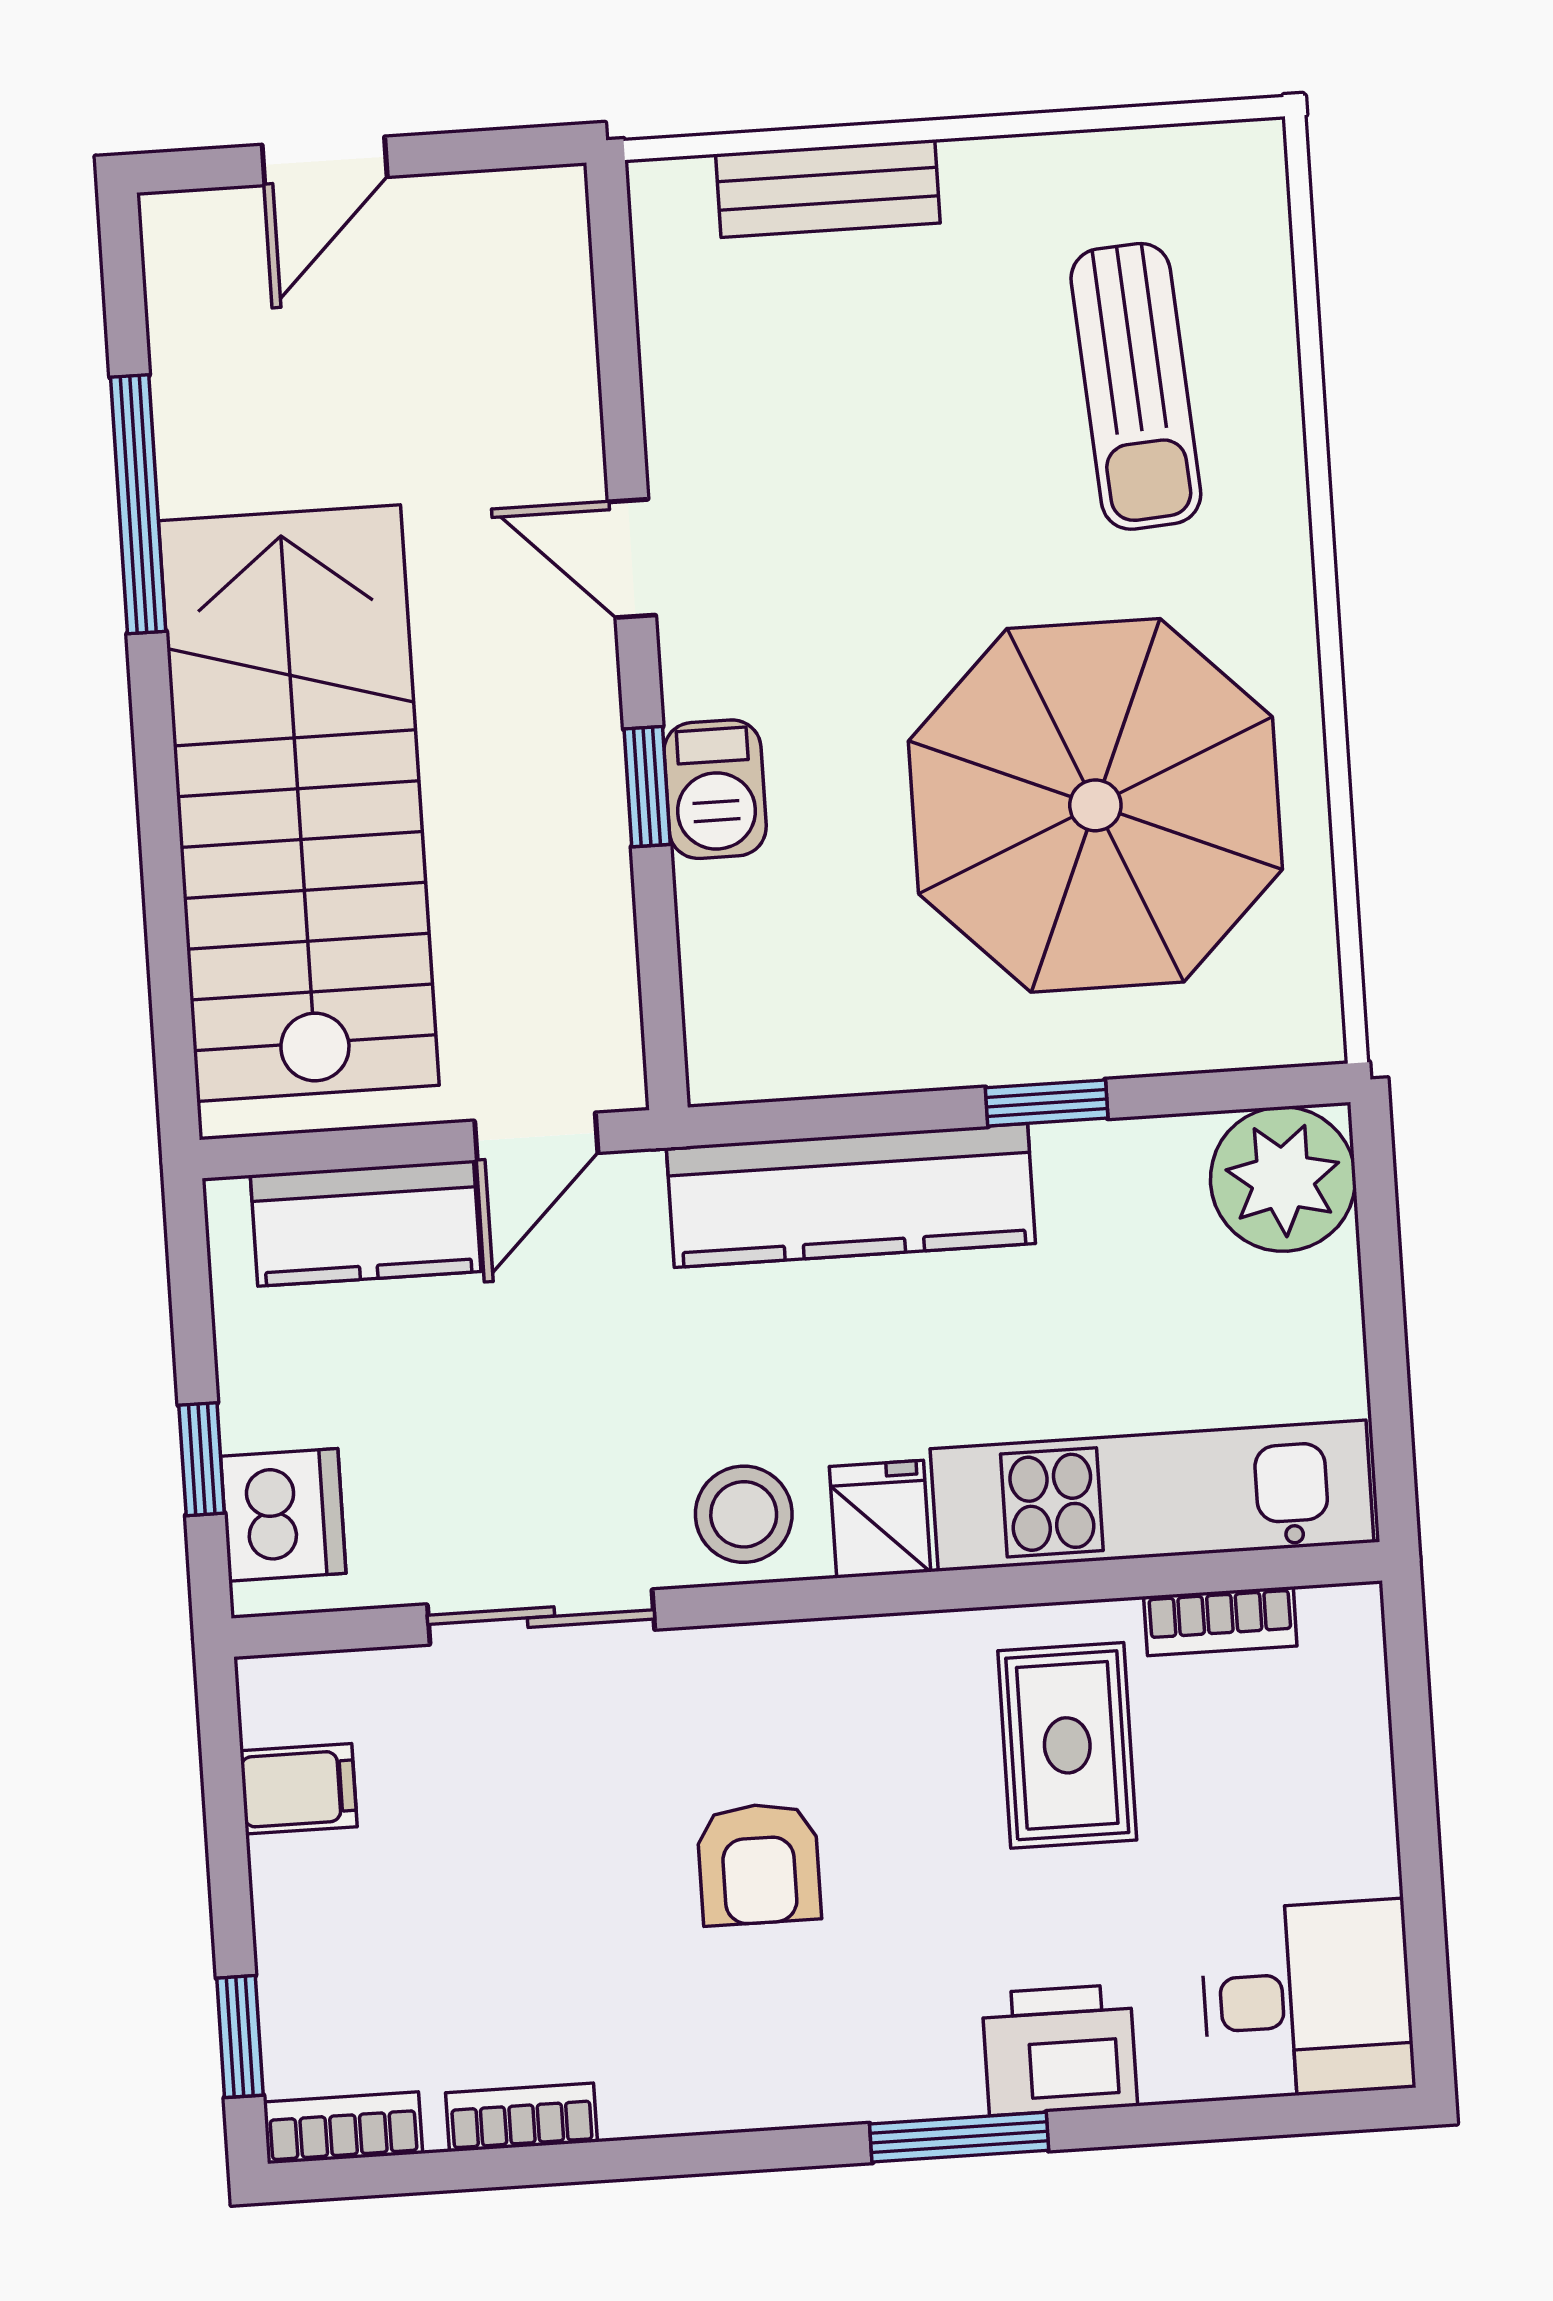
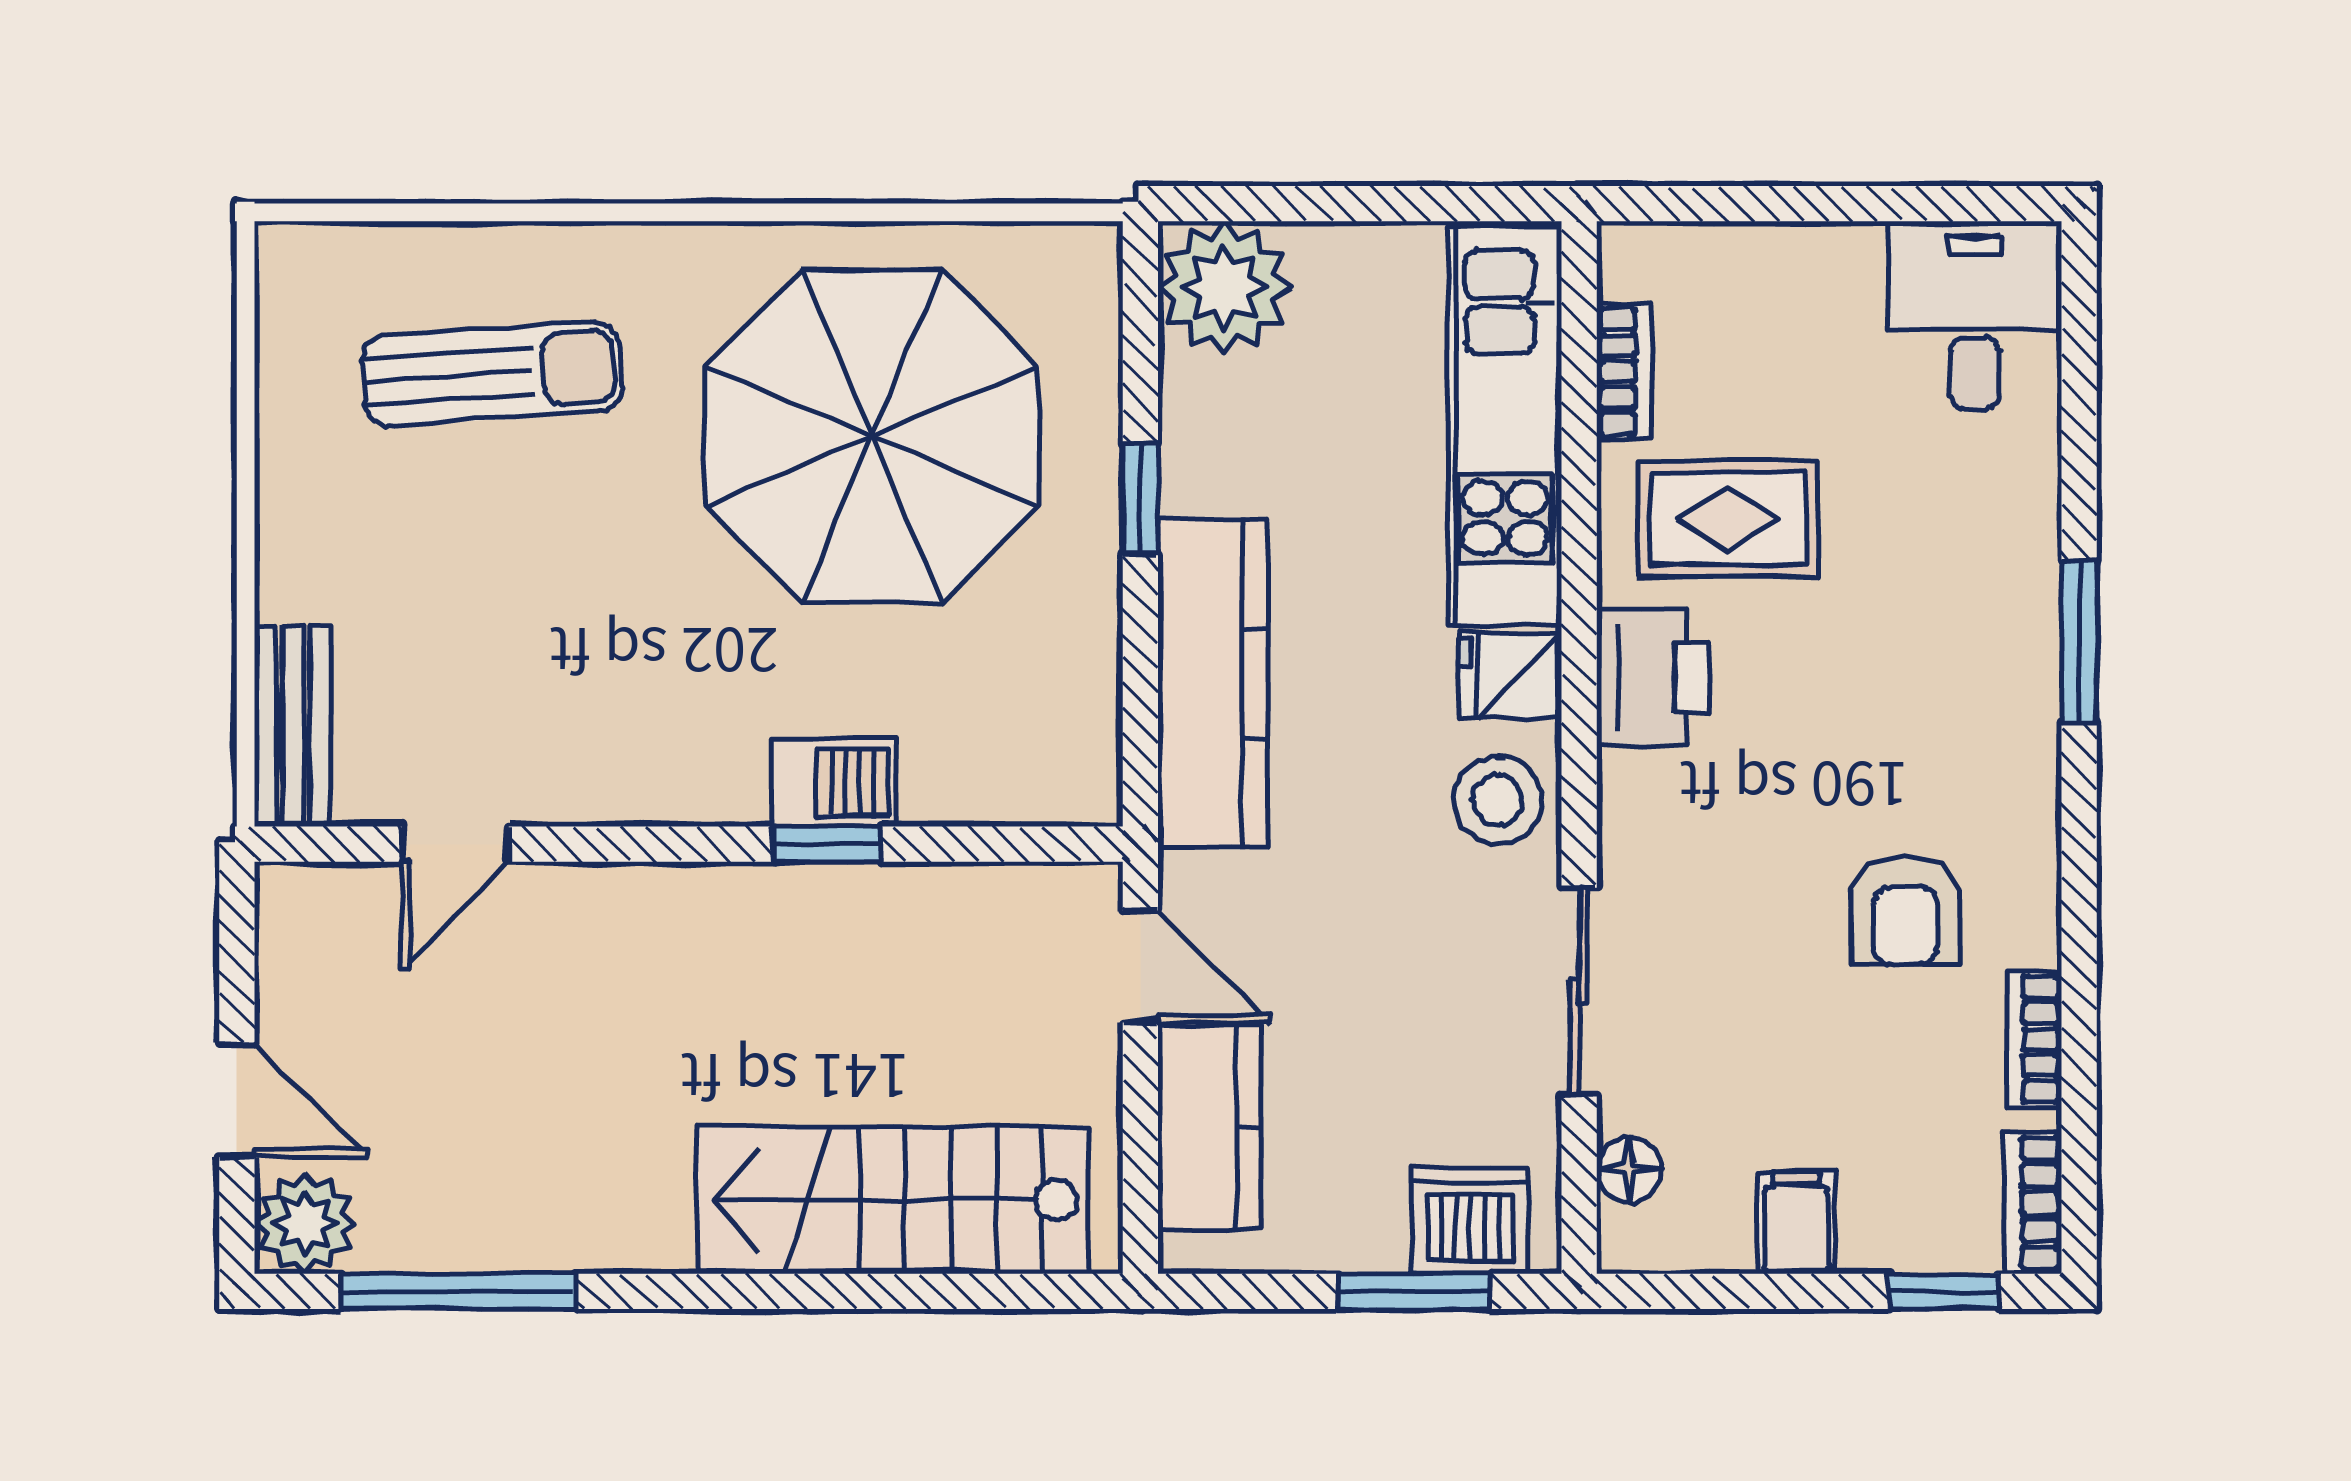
bench: (828, 189) -> (293, 726), moved
plant: (196, 244) -> (305, 1223), added
window: (138, 504) -> (458, 1291), moved
door: (632, 559) -> (455, 844), moved
stairs: (299, 803) -> (893, 1200), width x0.73, depth x0.66
window: (202, 1459) -> (1414, 1291), width x1.50
floor lamp: (350, 1685) -> (1629, 1169), added
filing cabinet: (299, 1789) -> (1796, 1223), moved
armchair: (759, 1864) -> (1905, 910), moved, turned 90
printer: (1060, 2050) -> (1653, 677), moved, turned 180

